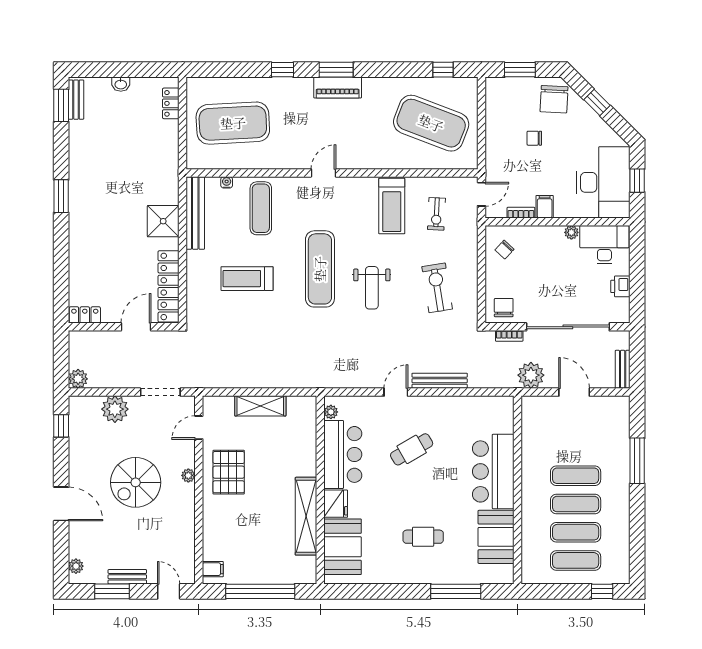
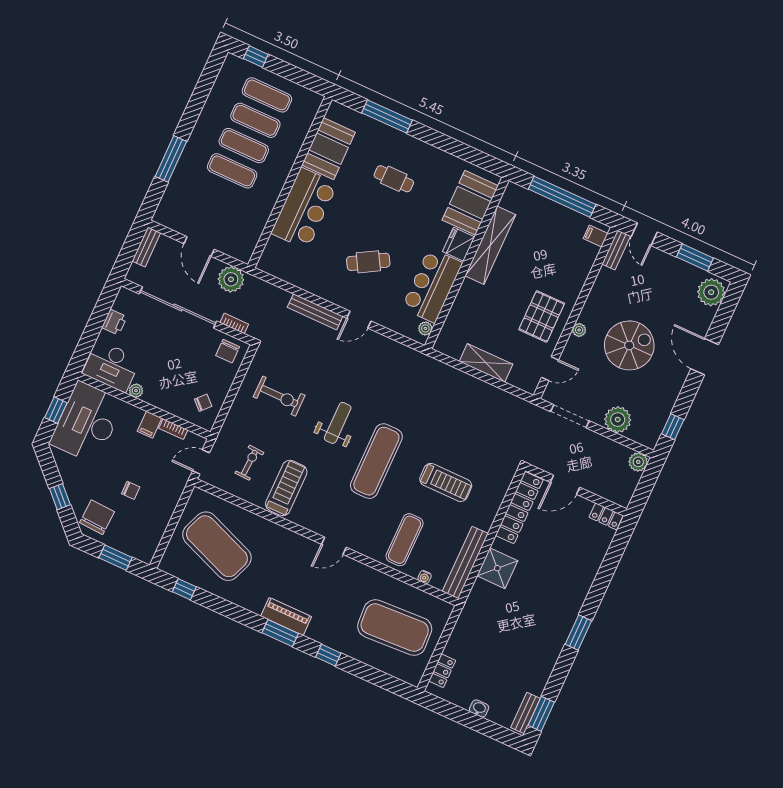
exercise bike: (437, 288) -> (279, 396), turned -81
plant: (76, 566) -> (711, 292), width x1.87, depth x1.87
bench: (127, 577) -> (616, 250), moved, turned 90

